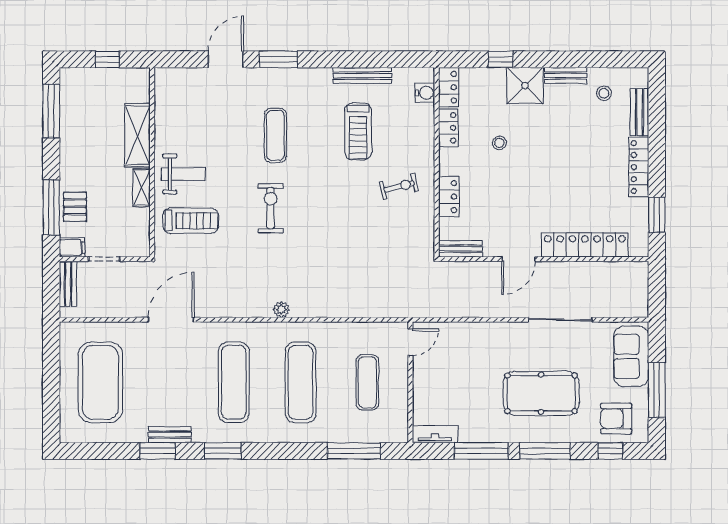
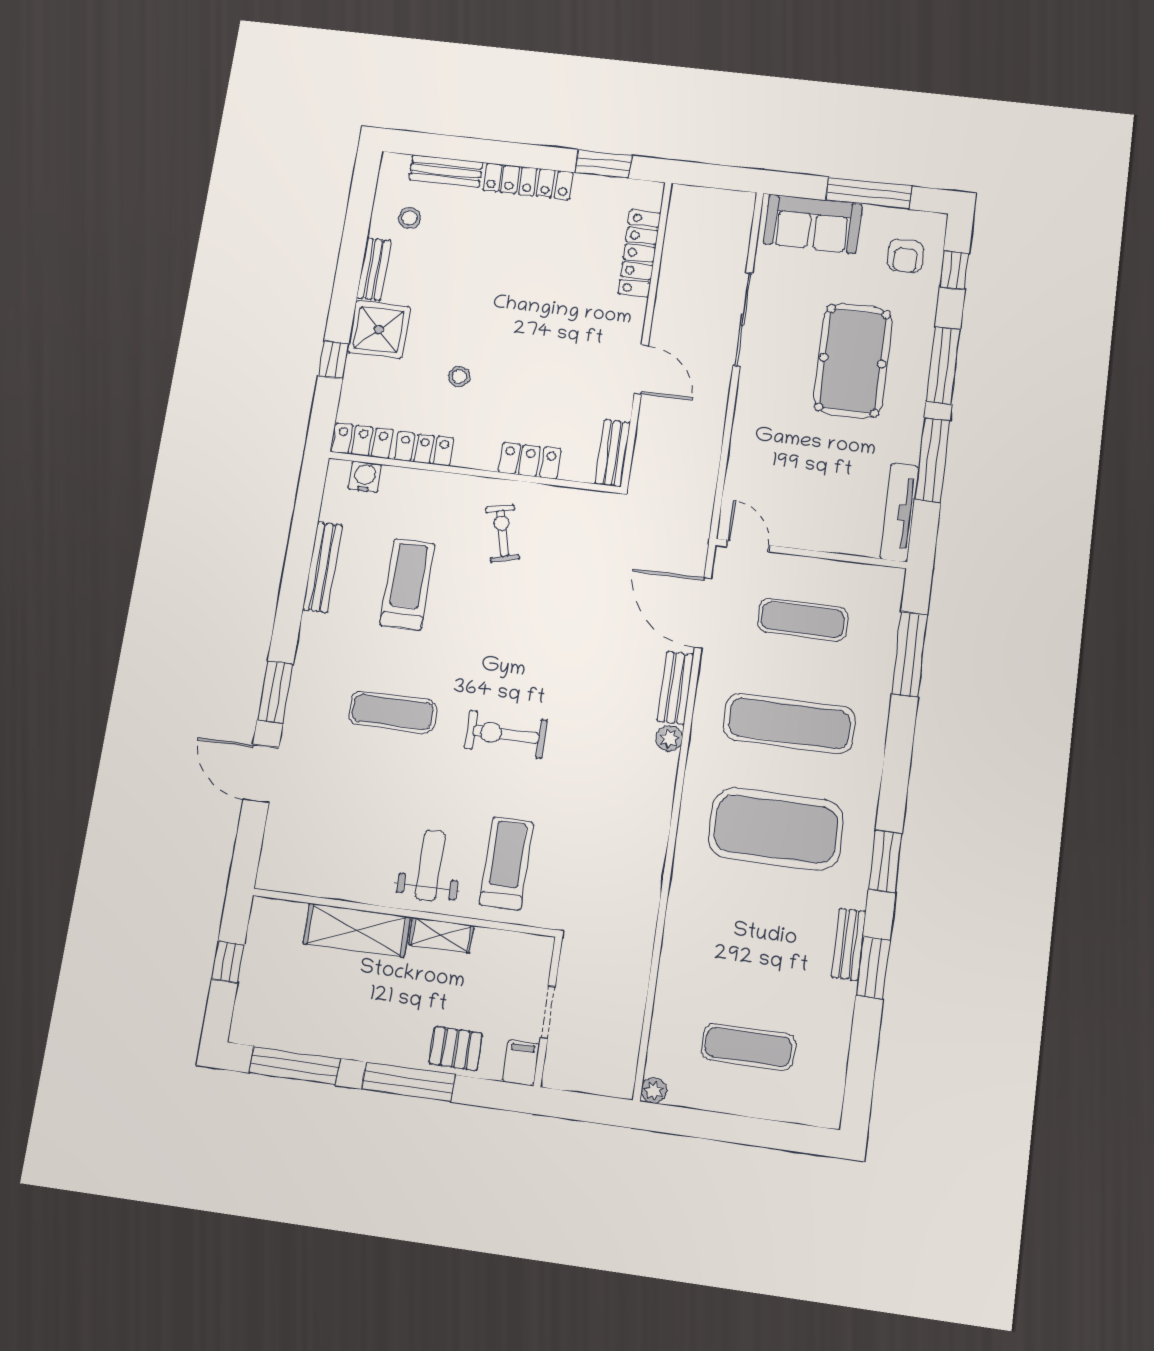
treadmill: (358, 131) -> (407, 585), turned -90
window: (51, 207) -> (408, 1082), moved
locker: (585, 245) -> (639, 253), width x0.71, depth x0.83
bench: (68, 284) -> (675, 688), moved, turned 90
door: (171, 320) -> (703, 613), moved
plant: (67, 329) -> (654, 1090), added
exercise mat: (100, 382) -> (748, 1047), width x0.50, depth x0.69
exercise mat: (234, 382) -> (776, 829), width x1.47
armchair: (616, 419) -> (905, 256), width x0.72, depth x0.72
tv unit: (435, 434) -> (899, 512), width x1.41

